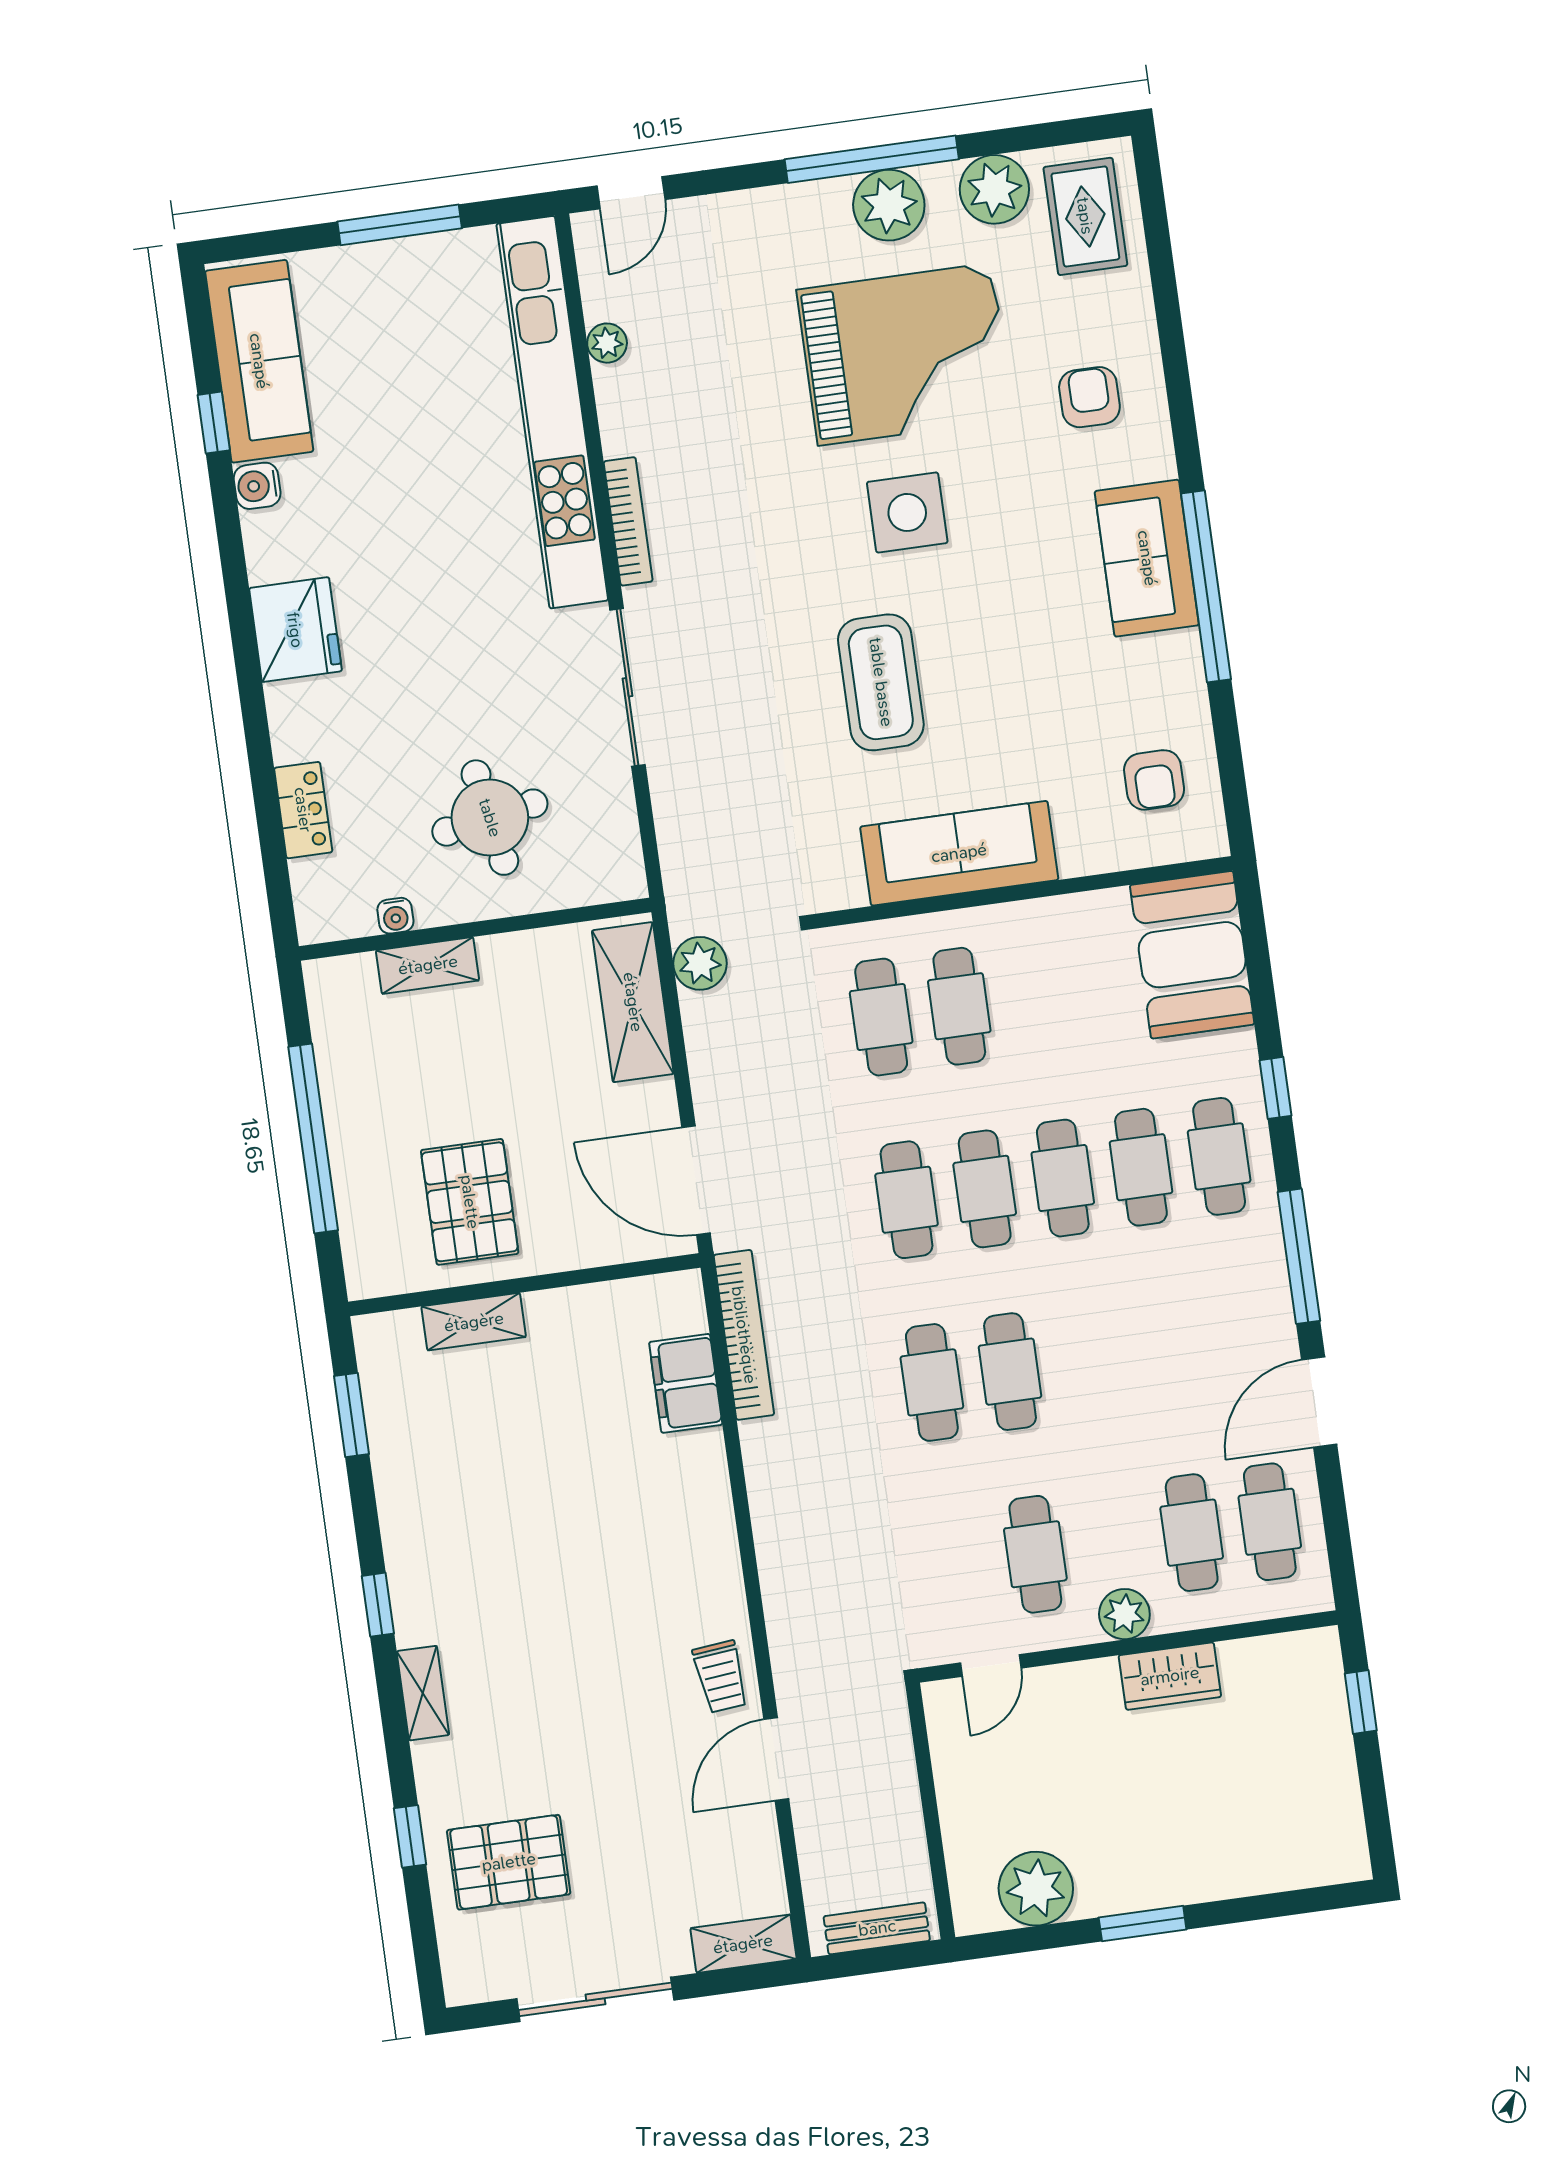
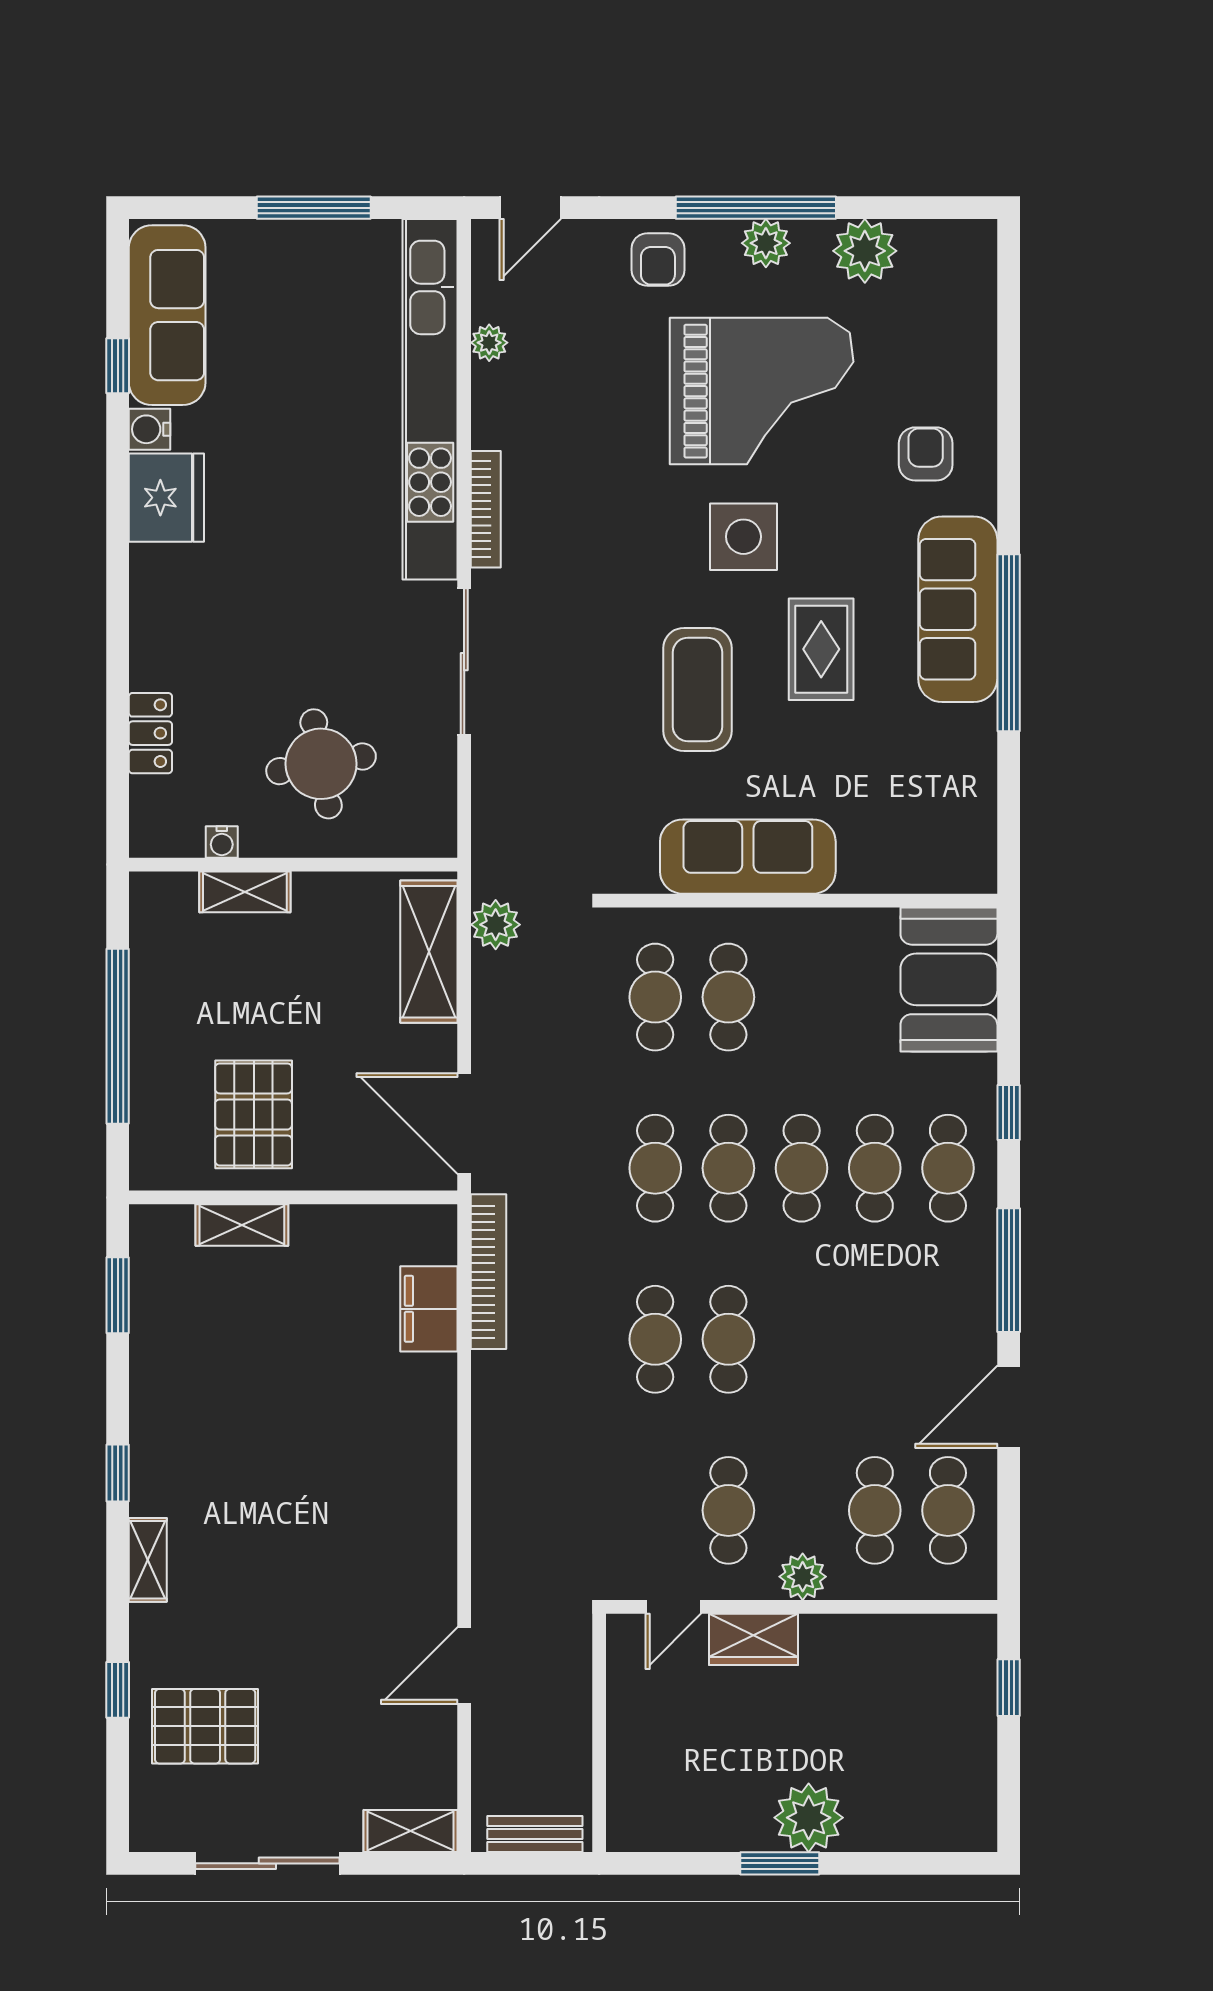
plant: (889, 205) -> (766, 243), width x0.73, depth x0.73
rug: (1085, 216) -> (821, 649), moved
sofa: (1147, 558) -> (958, 609), width x1.36
fridge: (295, 630) -> (166, 498), moved
armchair: (1154, 780) -> (658, 259), moved
wardrobe: (1170, 1676) -> (753, 1639), moved
trolley: (721, 1677) -> (424, 1583), removed
plant: (1036, 1889) -> (809, 1818), moved

